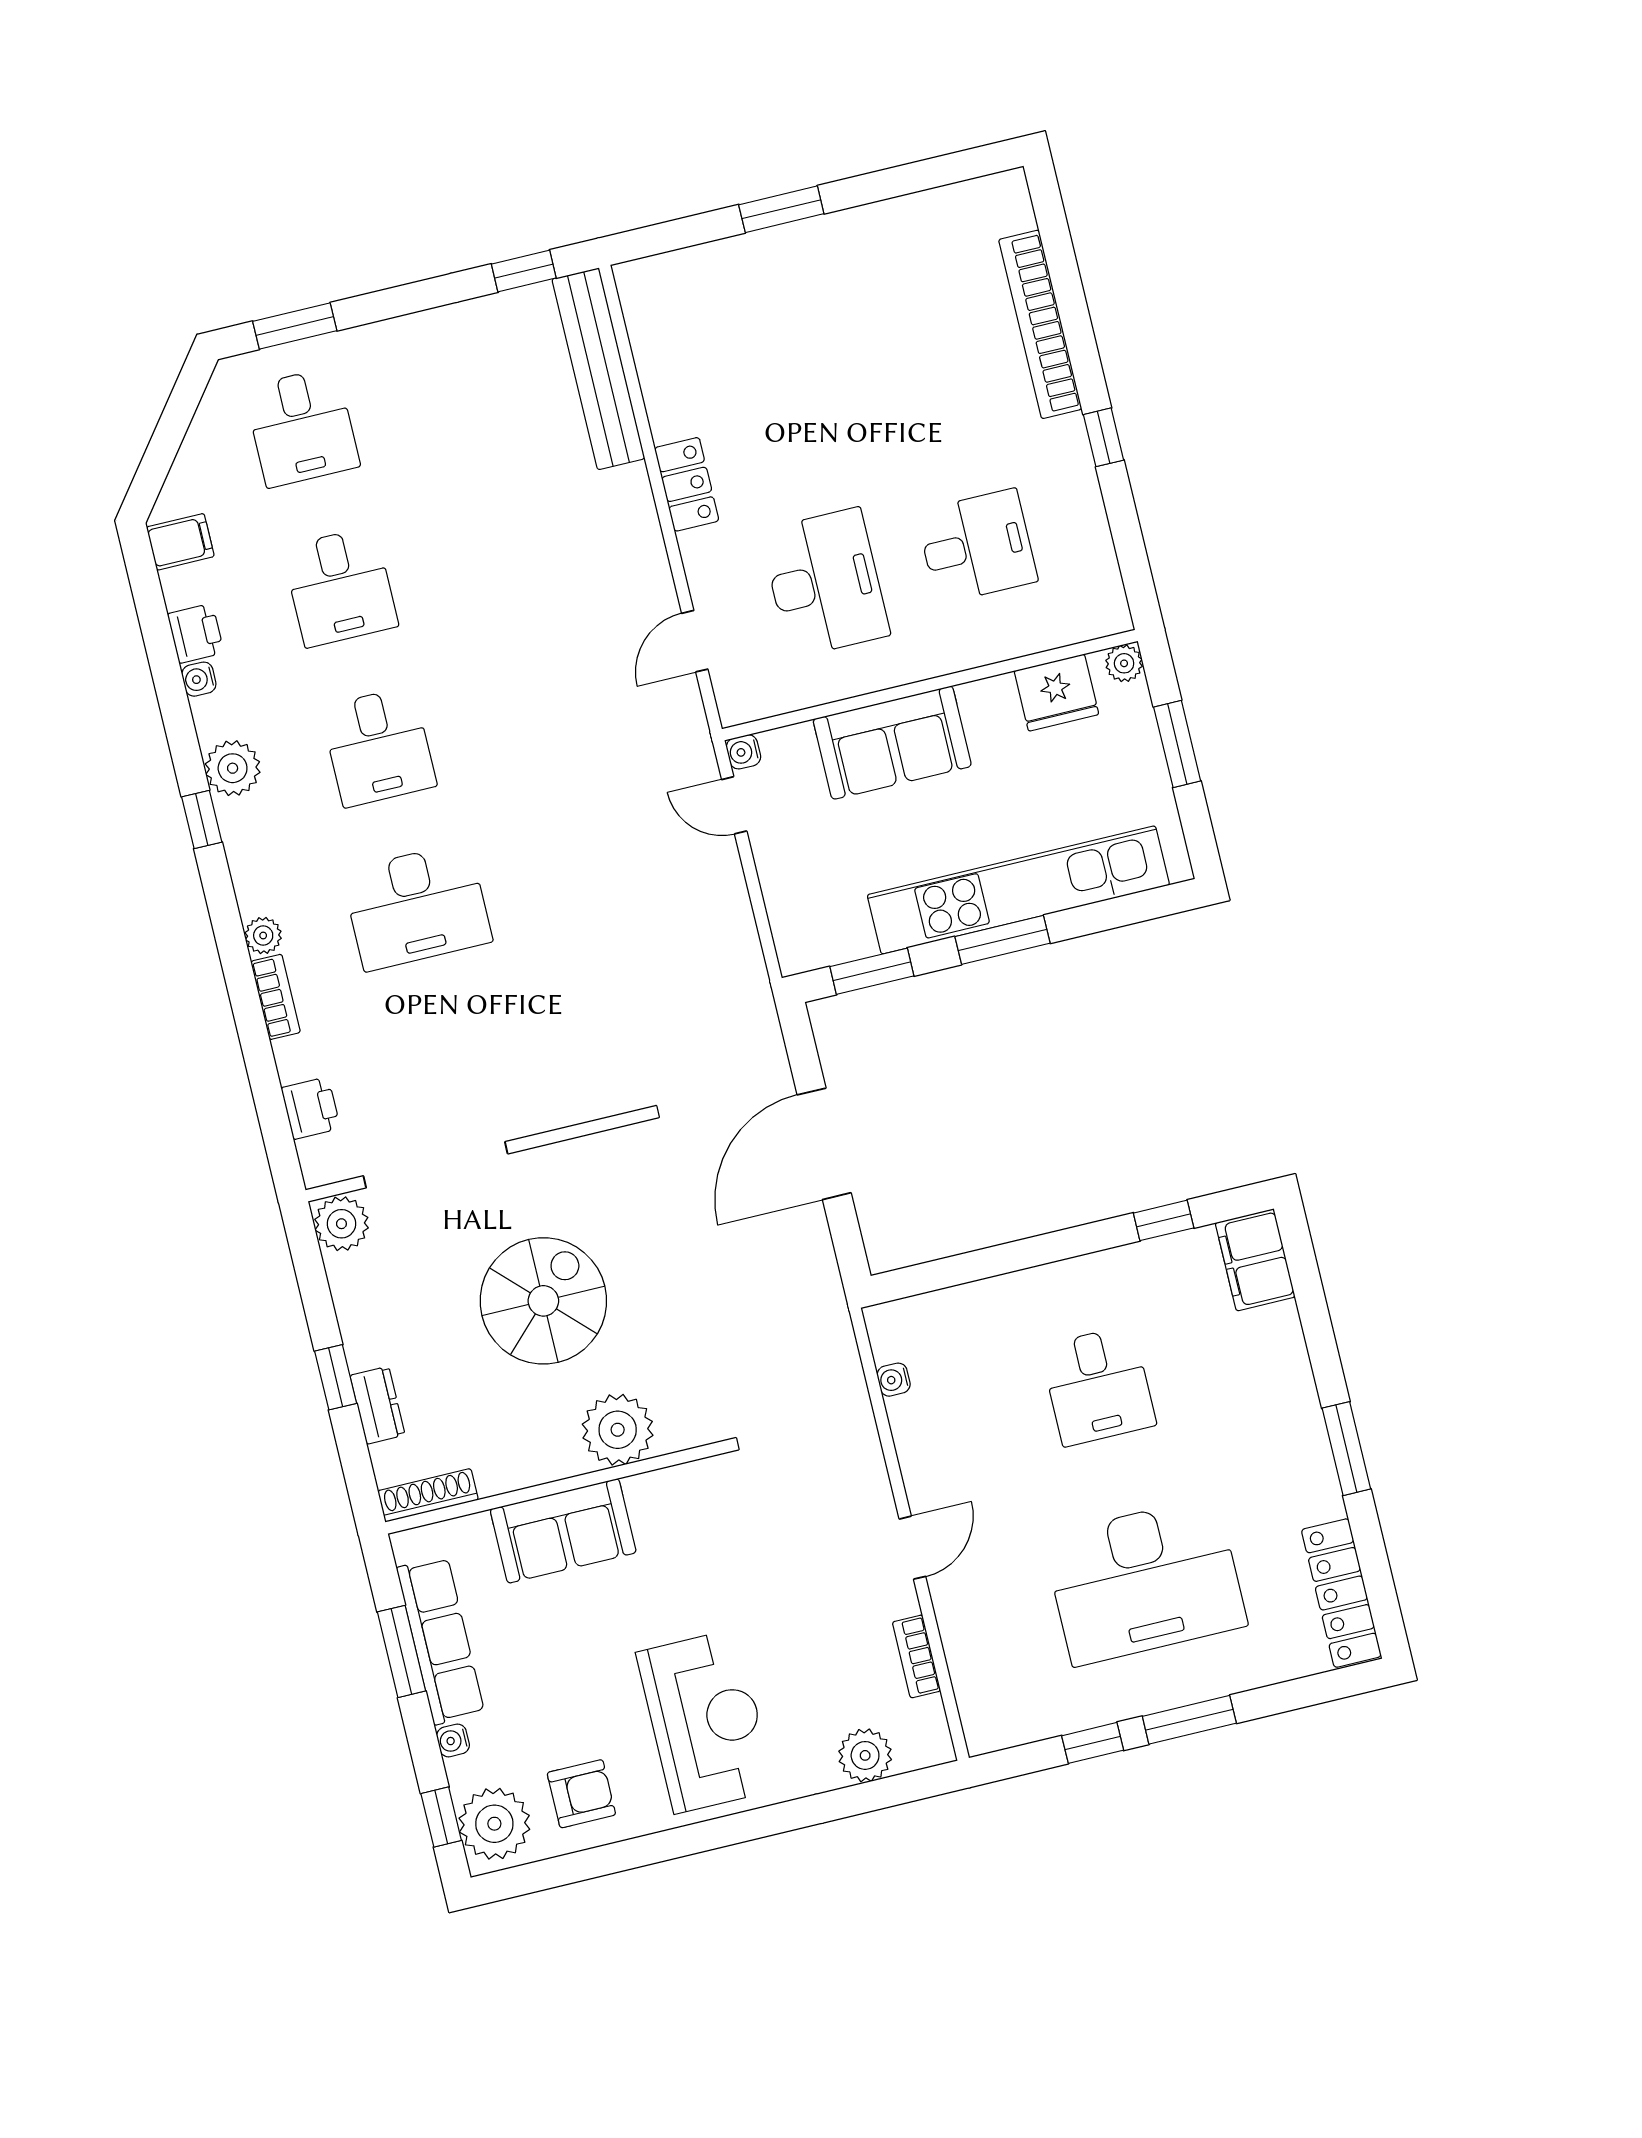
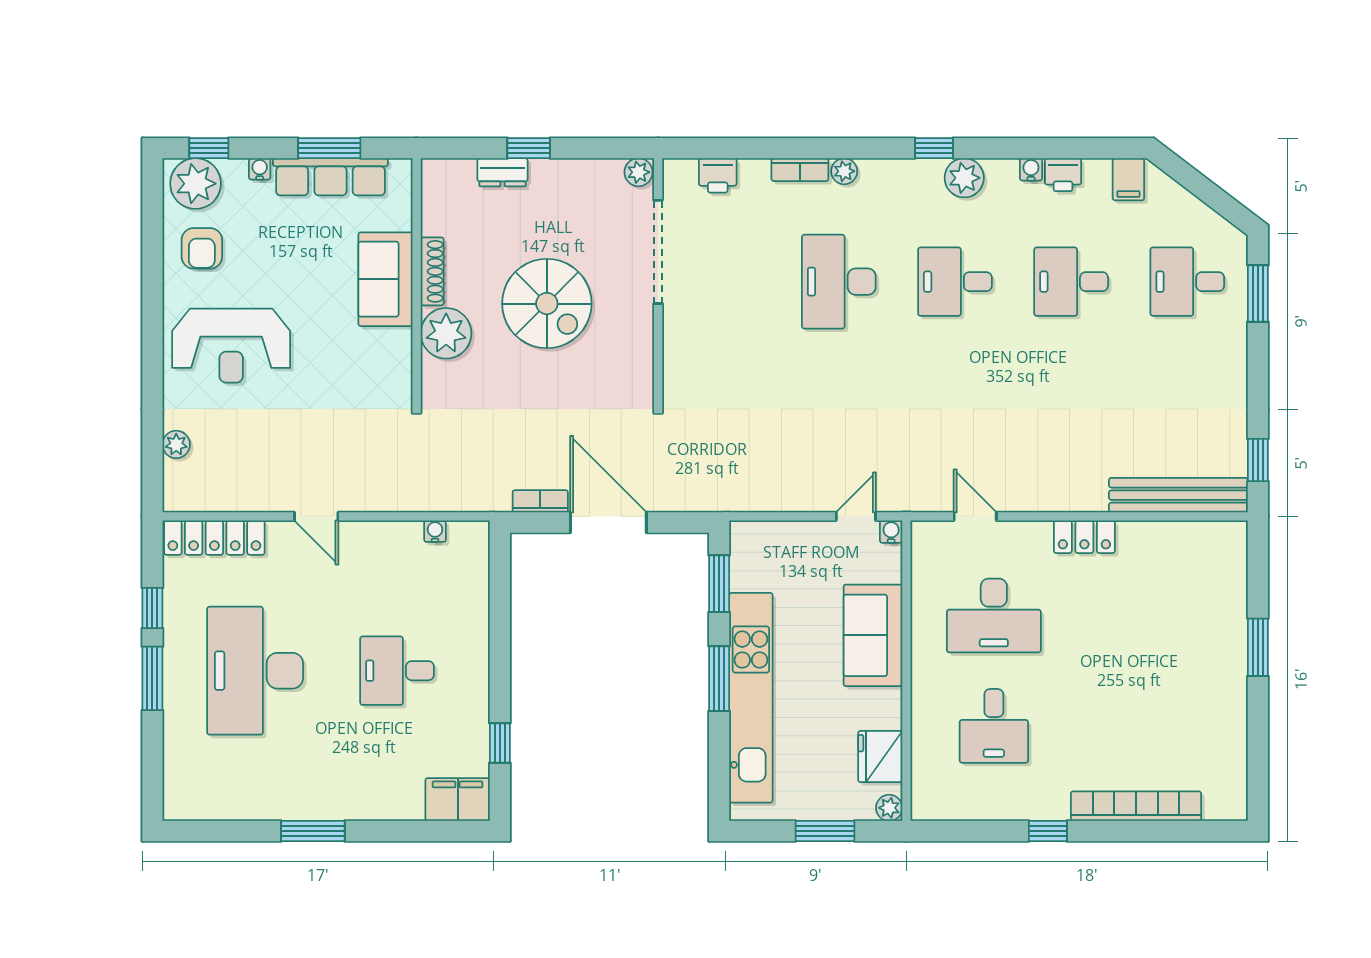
plant: (341, 1224) -> (638, 172), width x0.73, depth x0.73
shoe rack: (428, 1495) -> (432, 271), moved
locker: (1341, 1593) -> (214, 538), moved, turned 180
bookcase: (917, 1656) -> (540, 501), moved
plant: (865, 1755) -> (176, 444), width x0.73, depth x0.73

